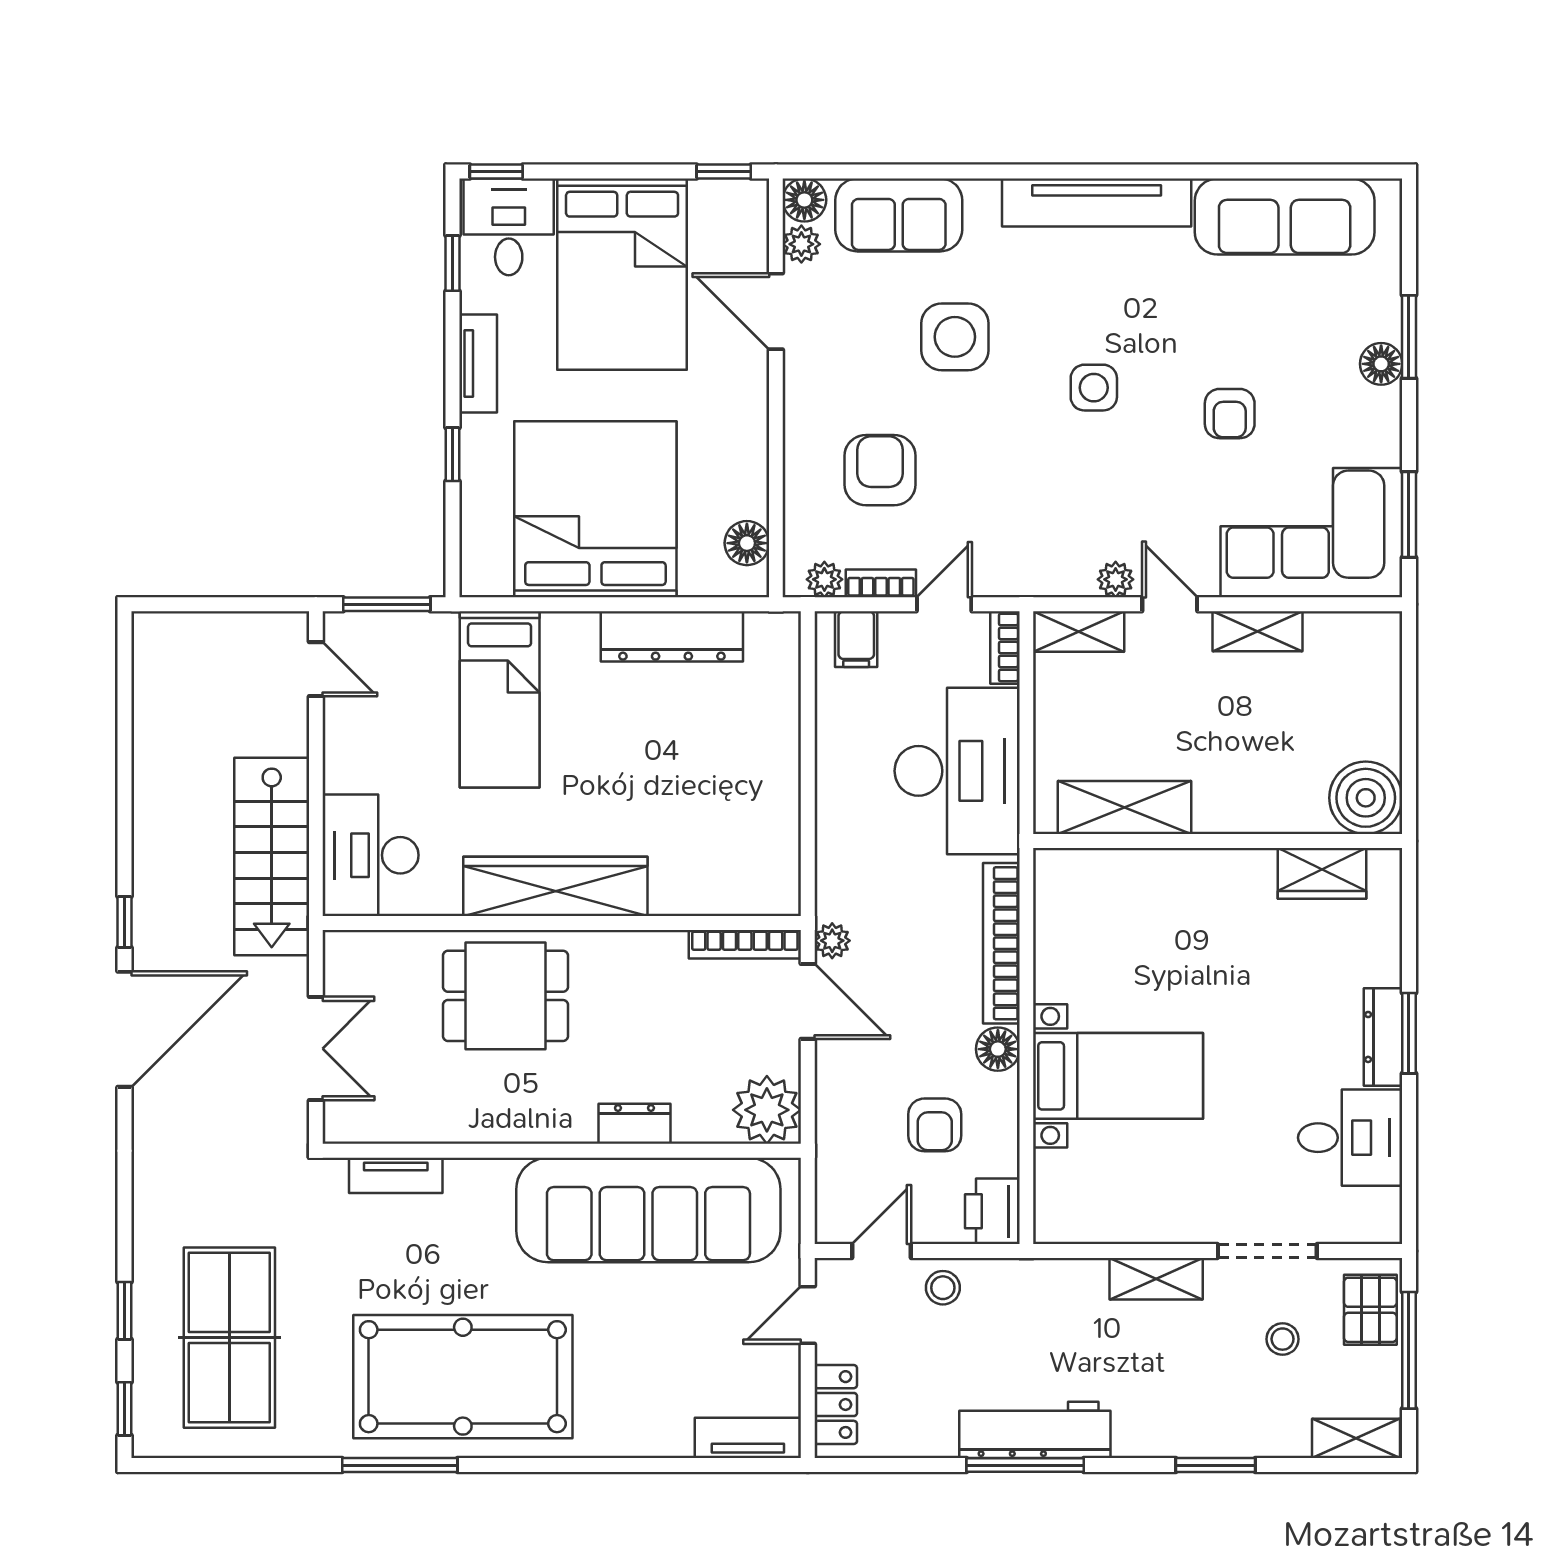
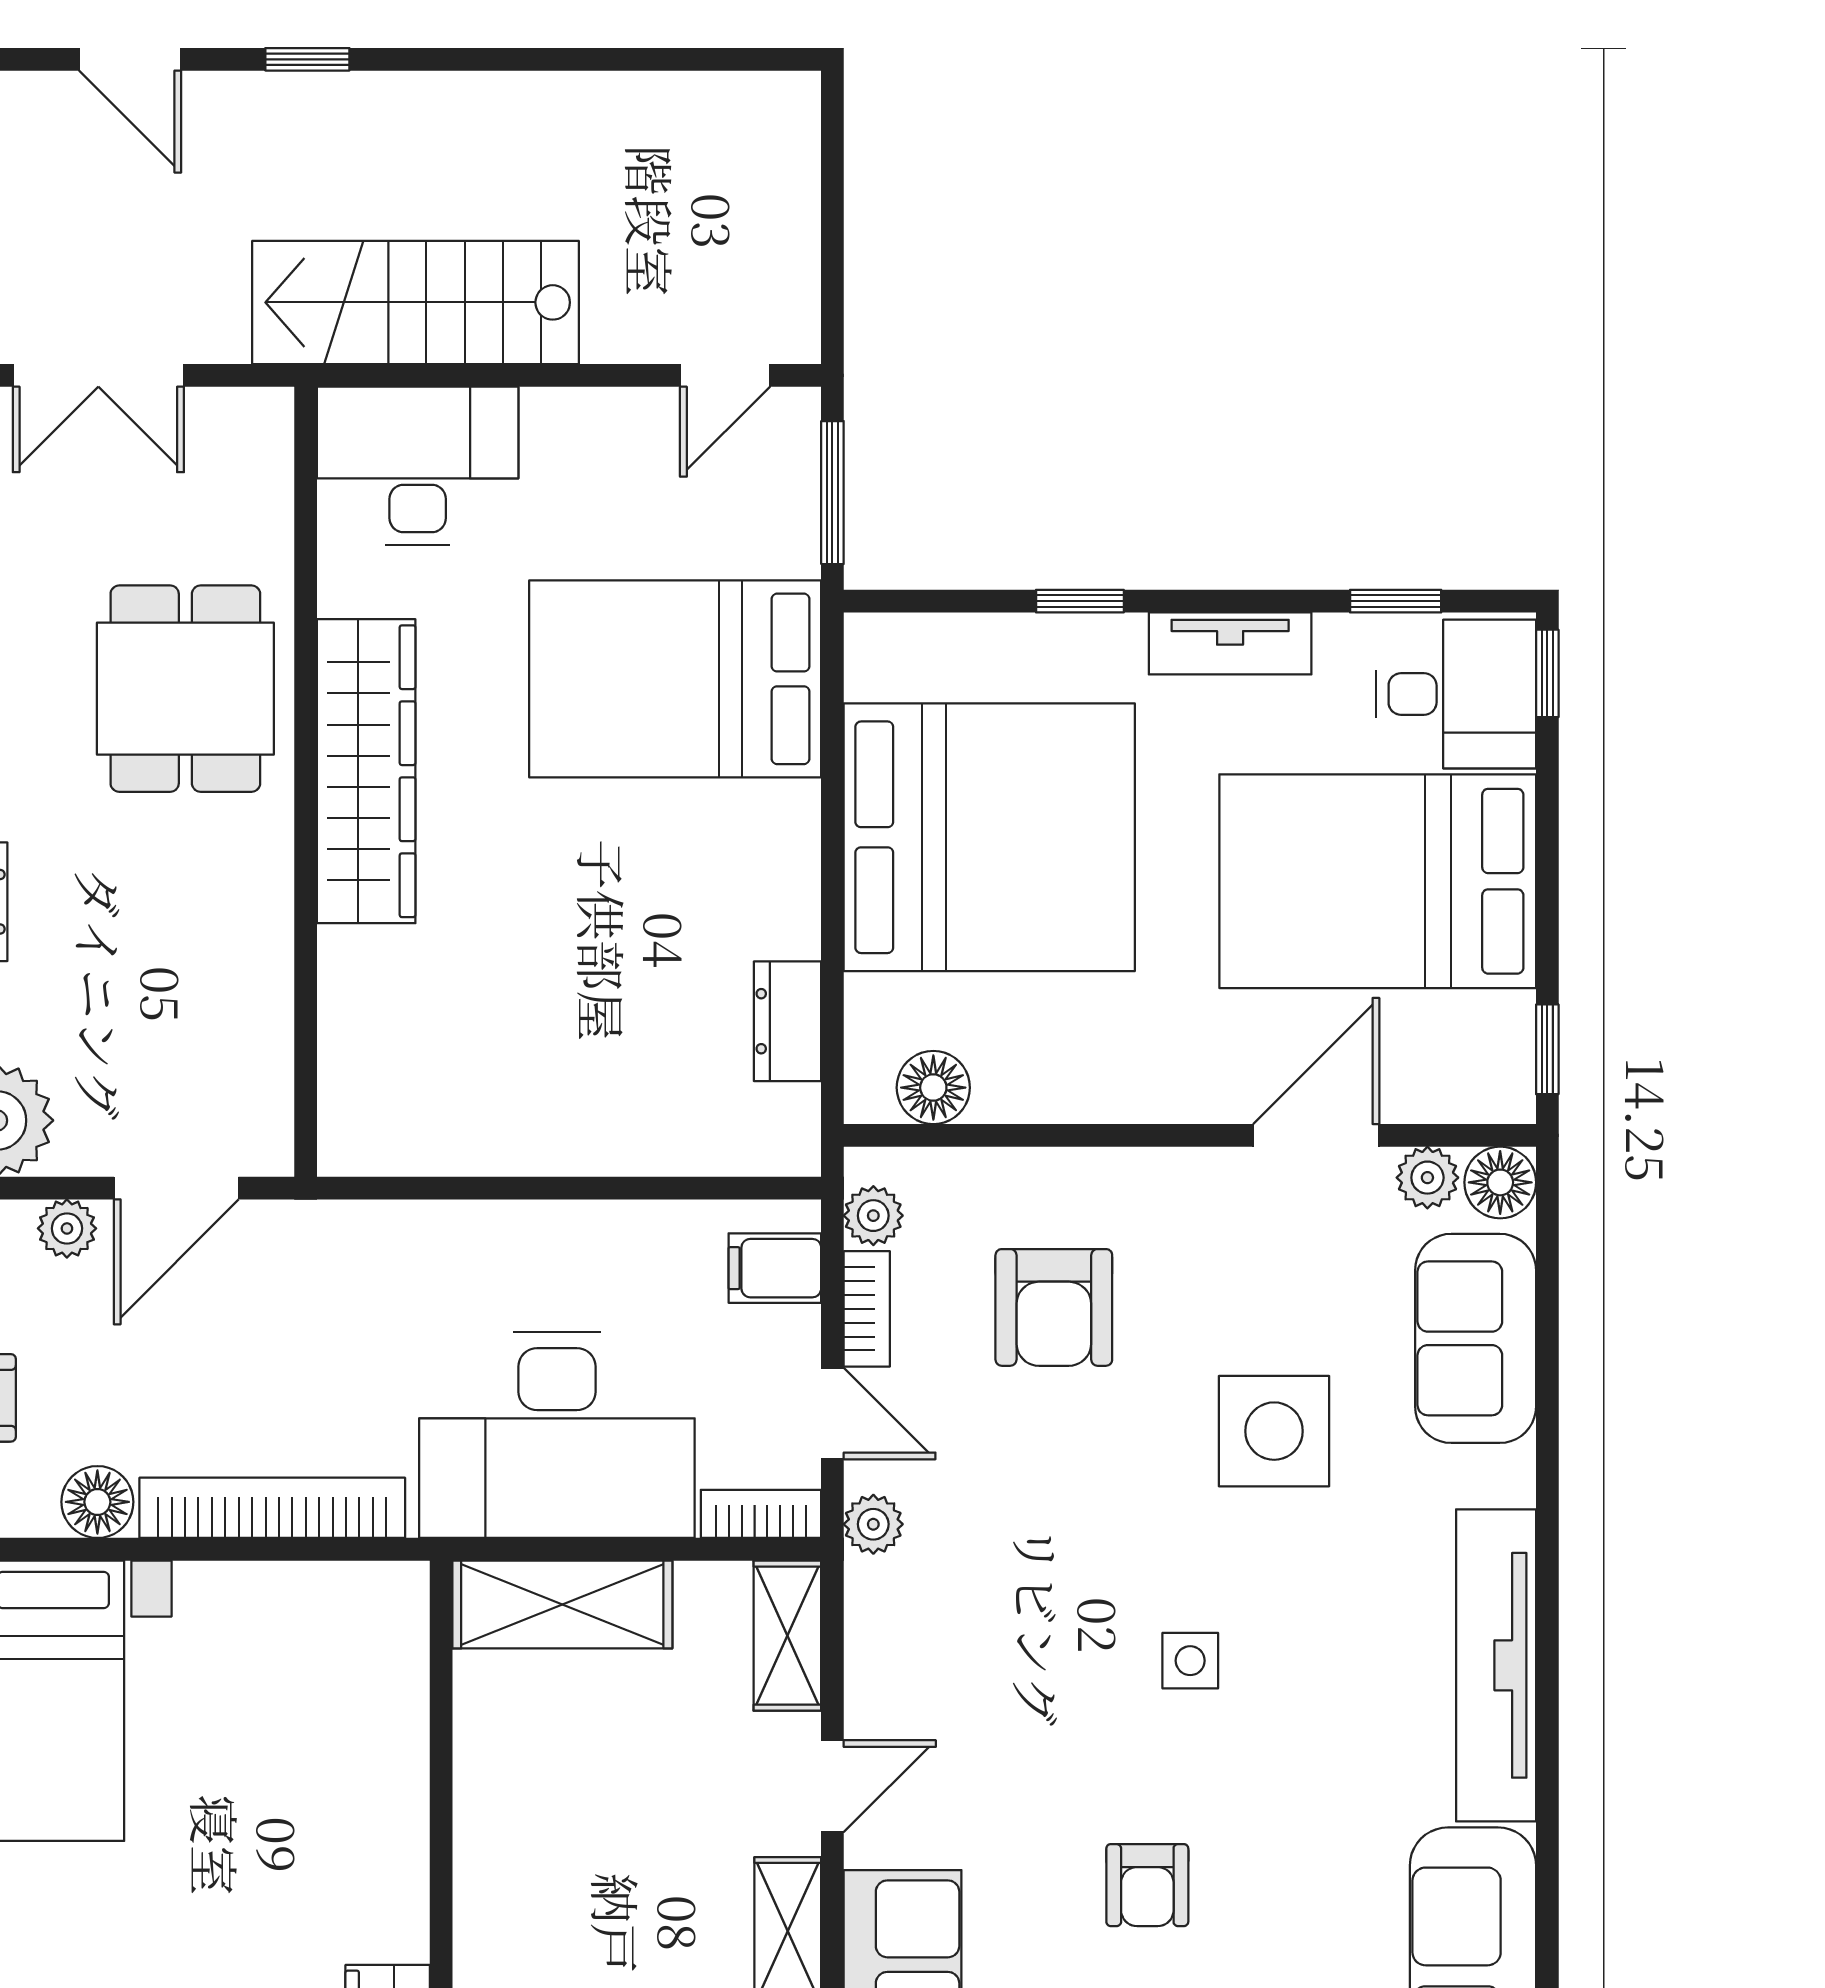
side table: (1094, 388) -> (1190, 1661), width x0.73, depth x0.73
armchair: (1230, 414) -> (1147, 1885), turned -90
armchair: (880, 470) -> (1054, 1307), turned 90
plant: (1116, 579) -> (873, 1524), moved
dresser: (672, 636) -> (787, 1021), width x0.51, depth x0.80
bed: (500, 699) -> (675, 679), width x1.50
shelving: (1124, 808) -> (562, 1605), moved, turned 90
plant: (832, 941) -> (67, 1228), moved
bookcase: (745, 944) -> (271, 1084), removed
door: (125, 1029) -> (130, 59), width x0.53

